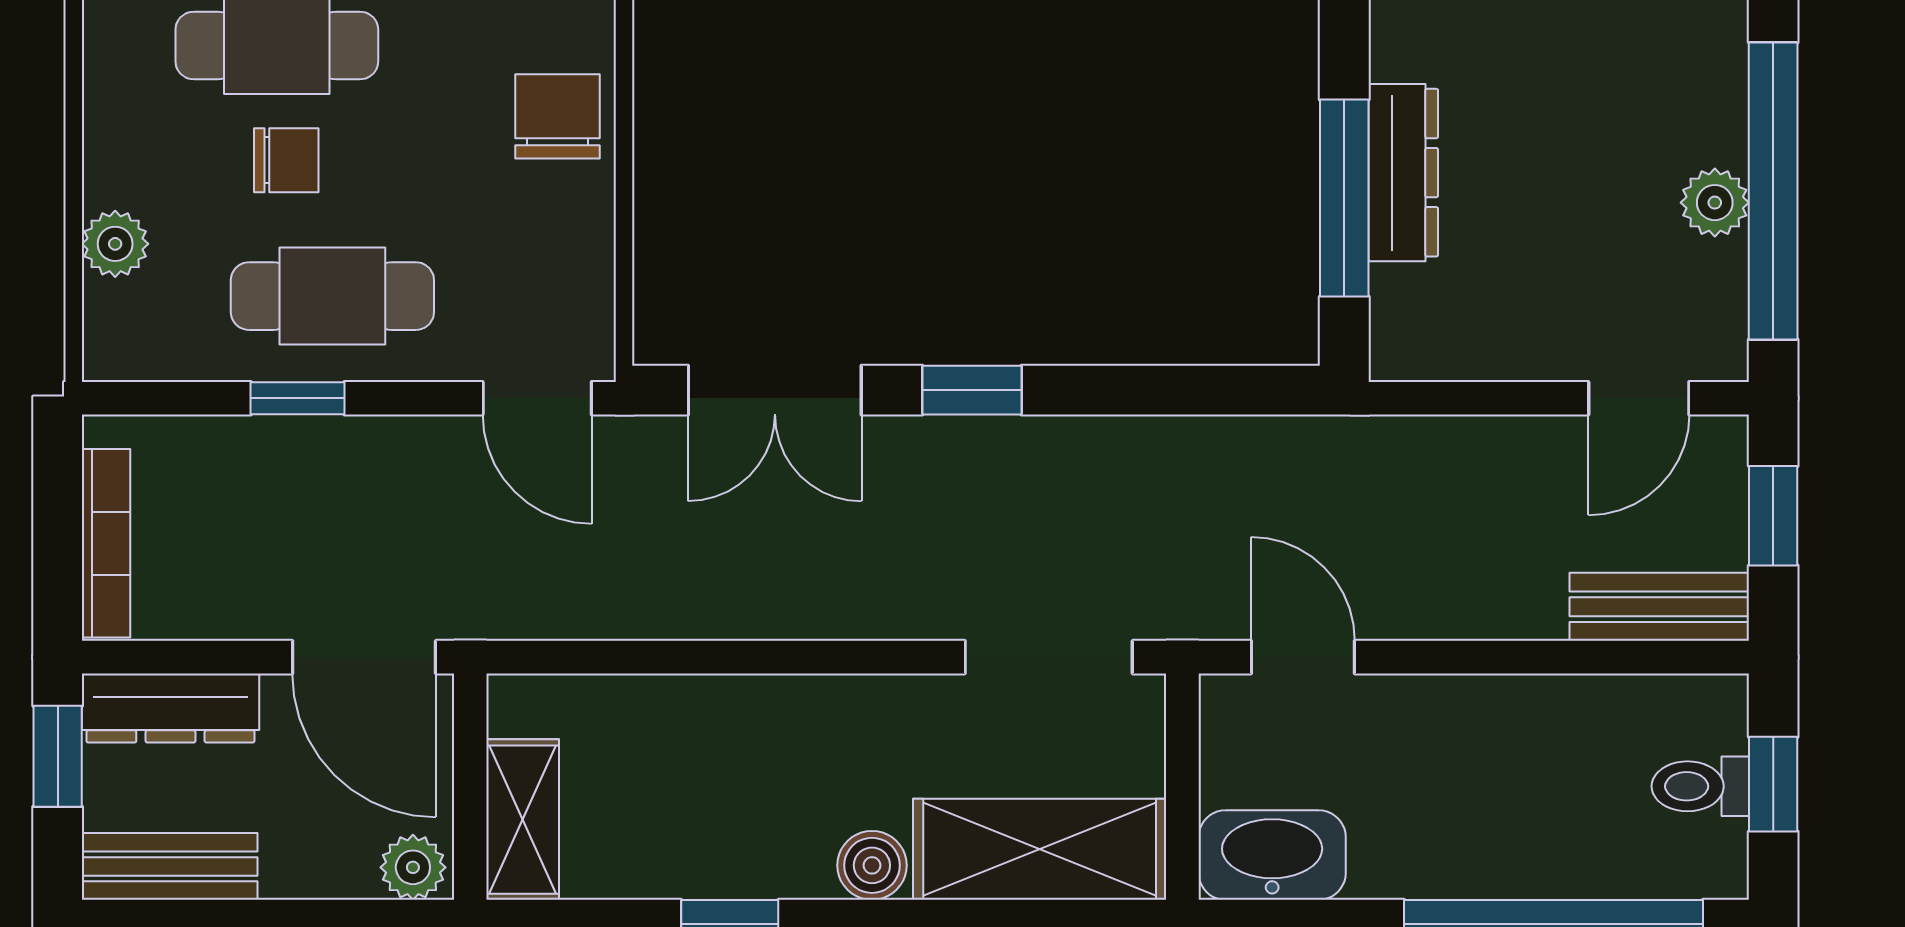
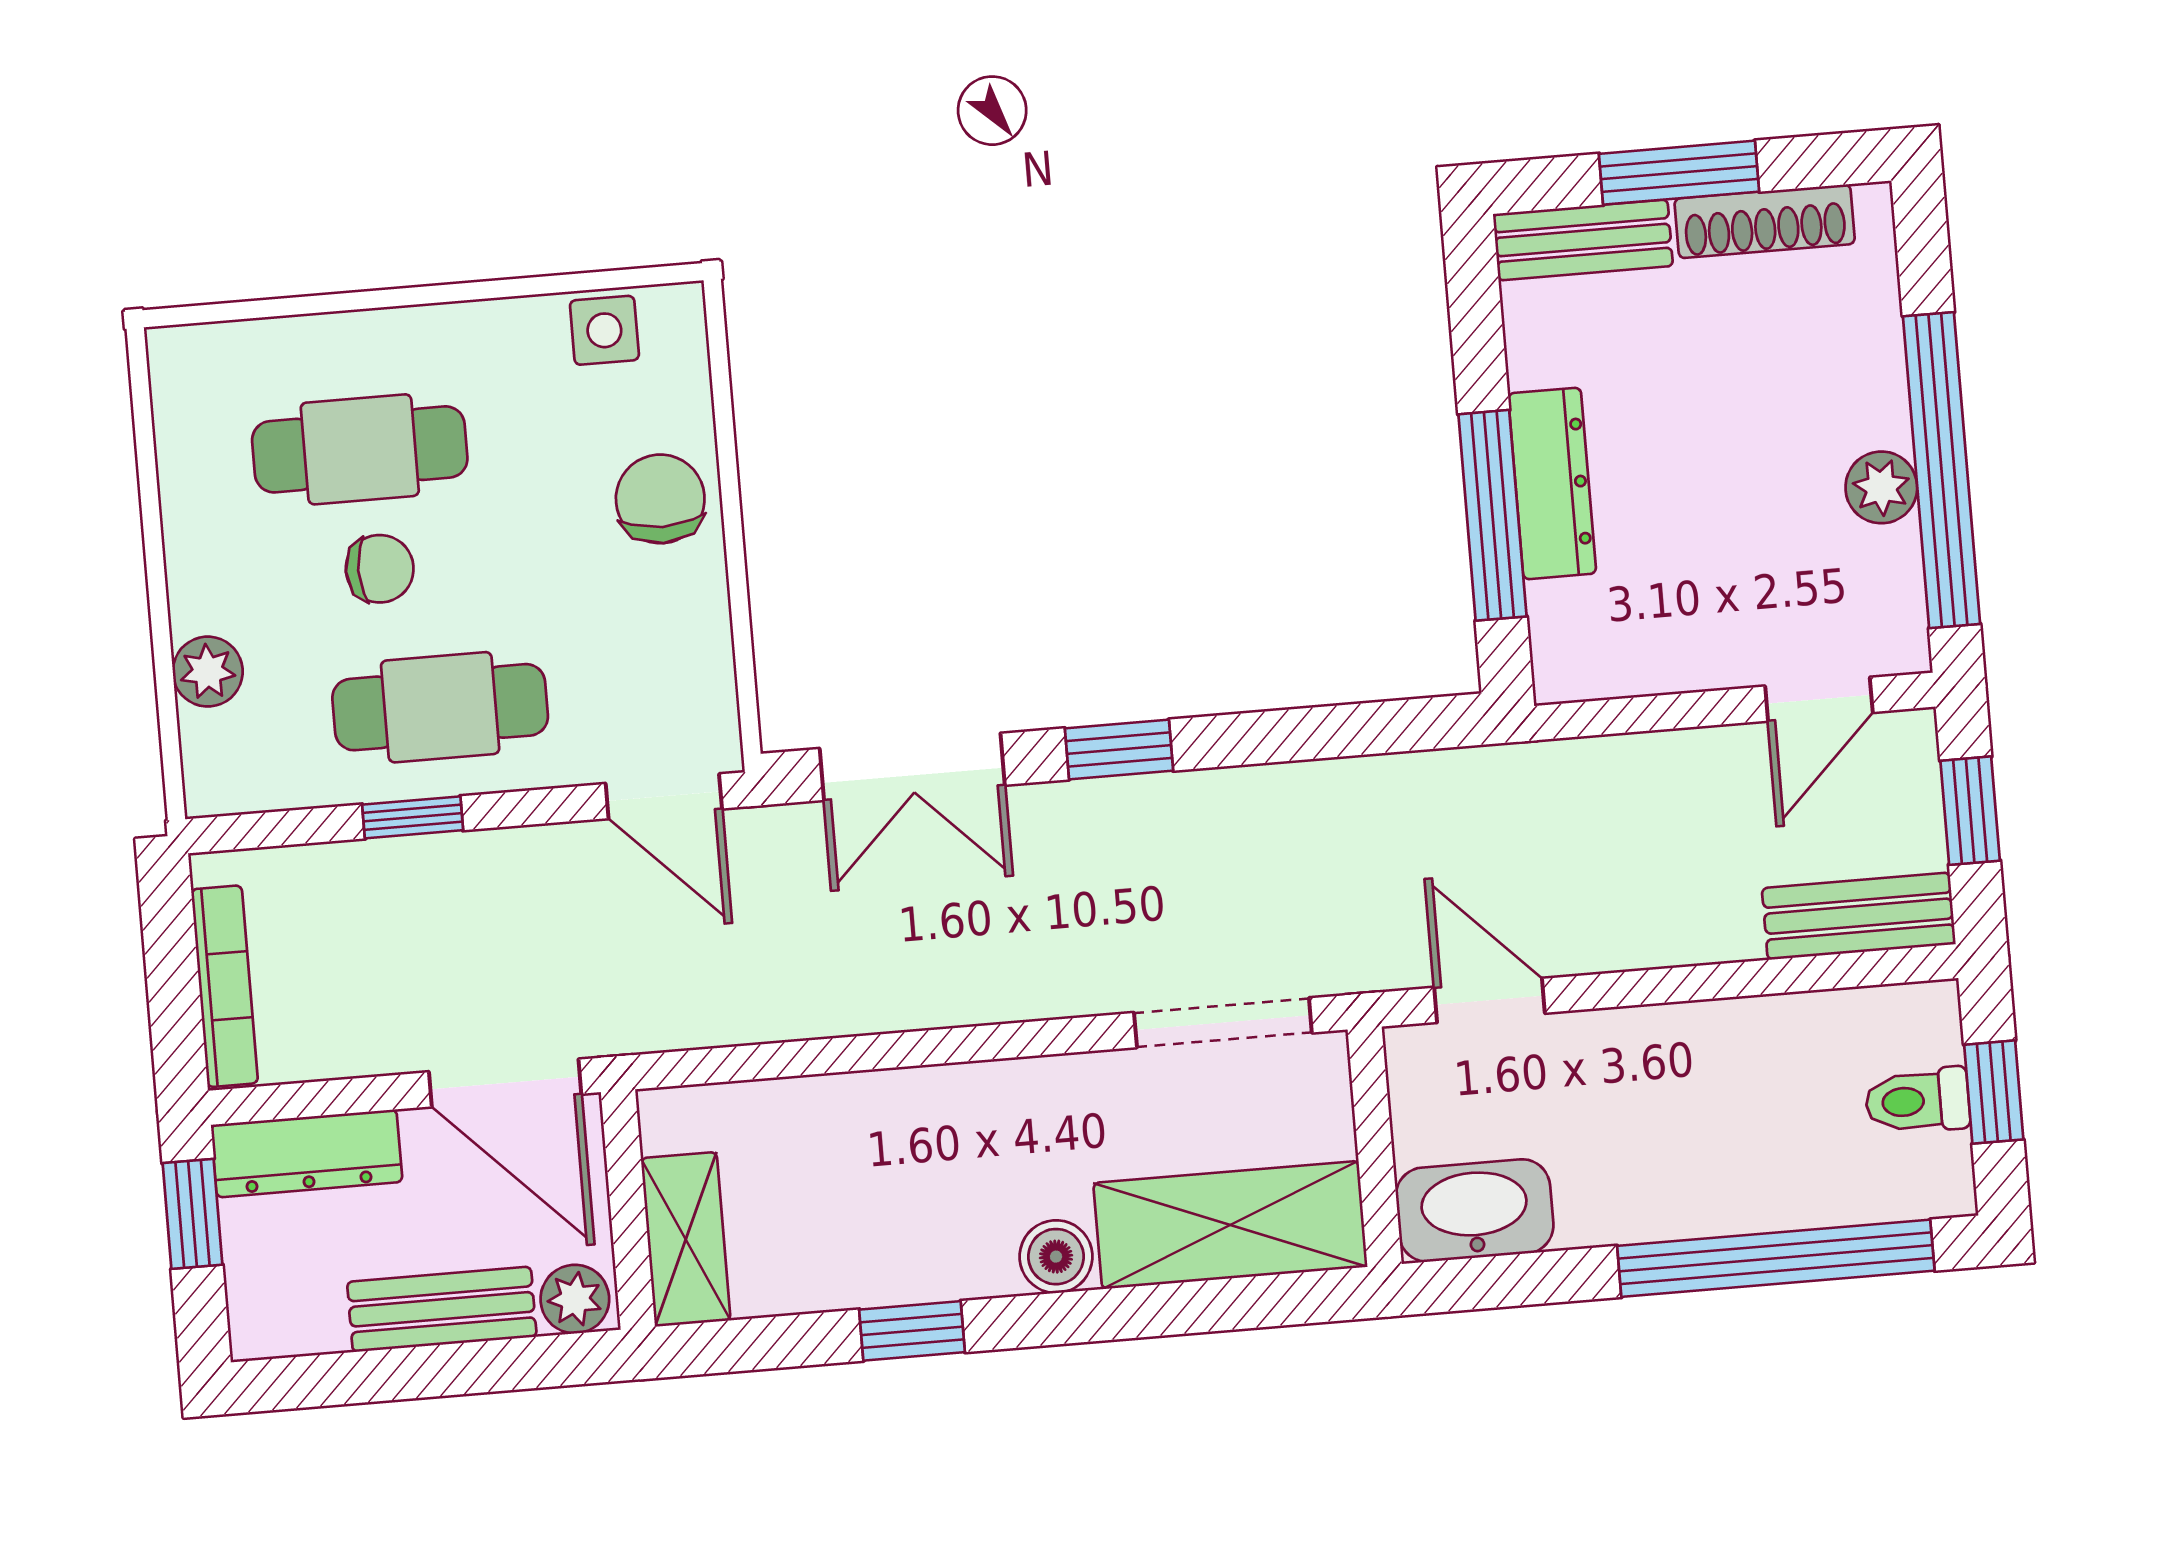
bench: (170, 866) -> (442, 1309), moved

